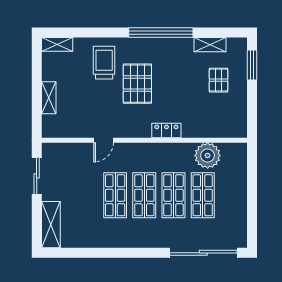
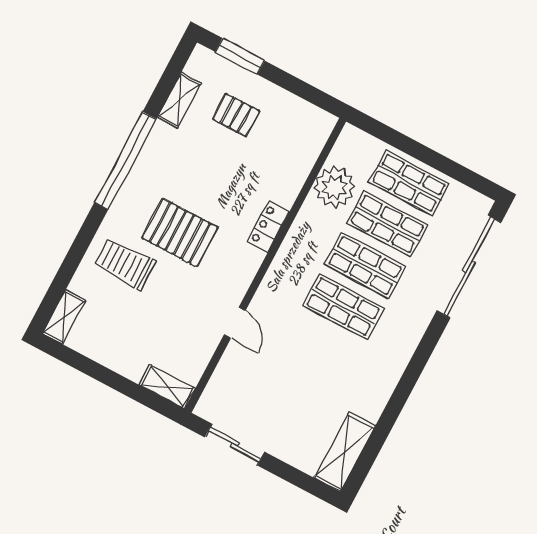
shelving: (49, 98) -> (167, 387), moved
shop shelf: (115, 195) -> (409, 183), moved
shelving: (51, 225) -> (345, 452), moved, turned 90

